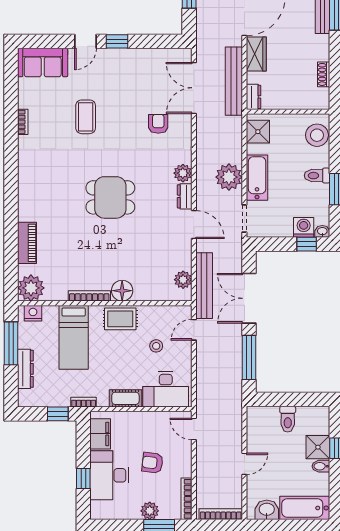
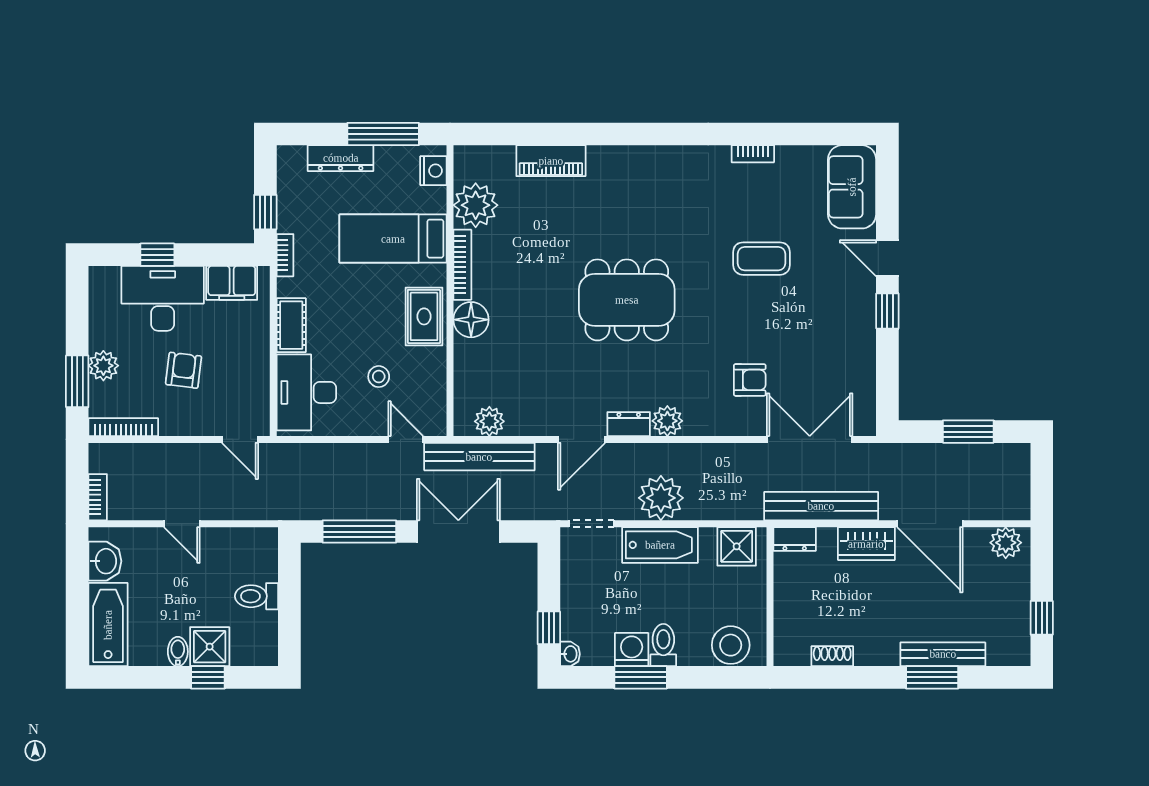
dining table: (110, 197) -> (627, 300), width x1.38
washing machine: (304, 227) -> (632, 650), moved, turned -90
plant: (31, 288) -> (476, 205), moved
door: (194, 429) -> (240, 439), swing flipped
bookcase: (221, 514) -> (98, 497), width x0.64

